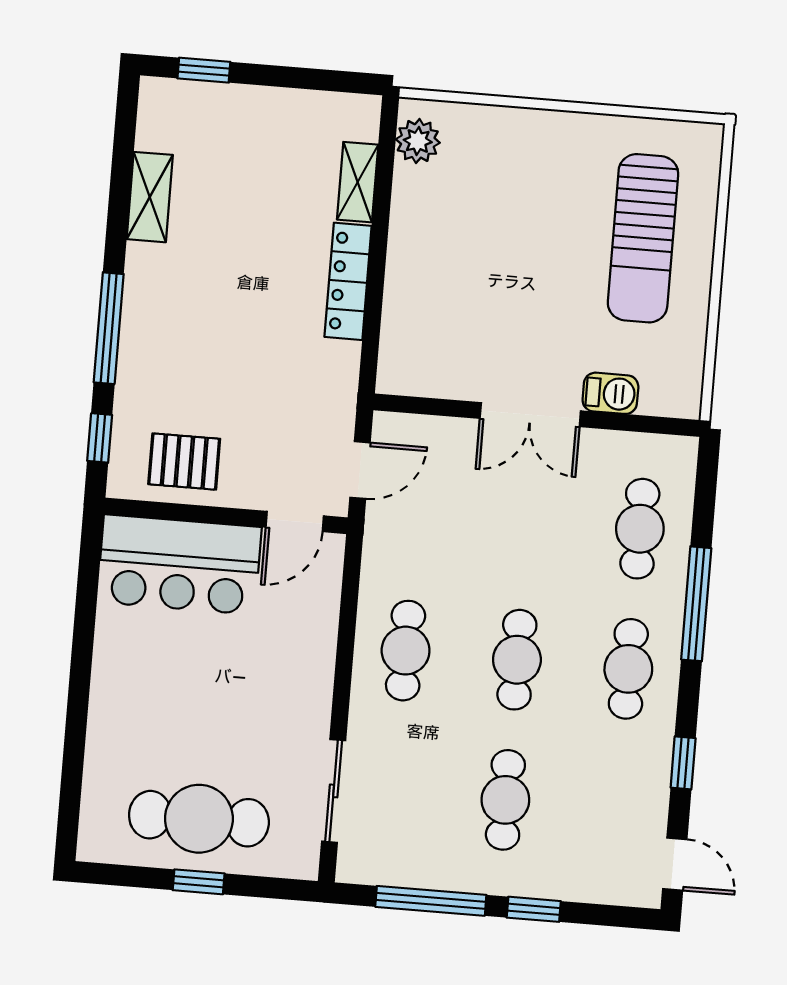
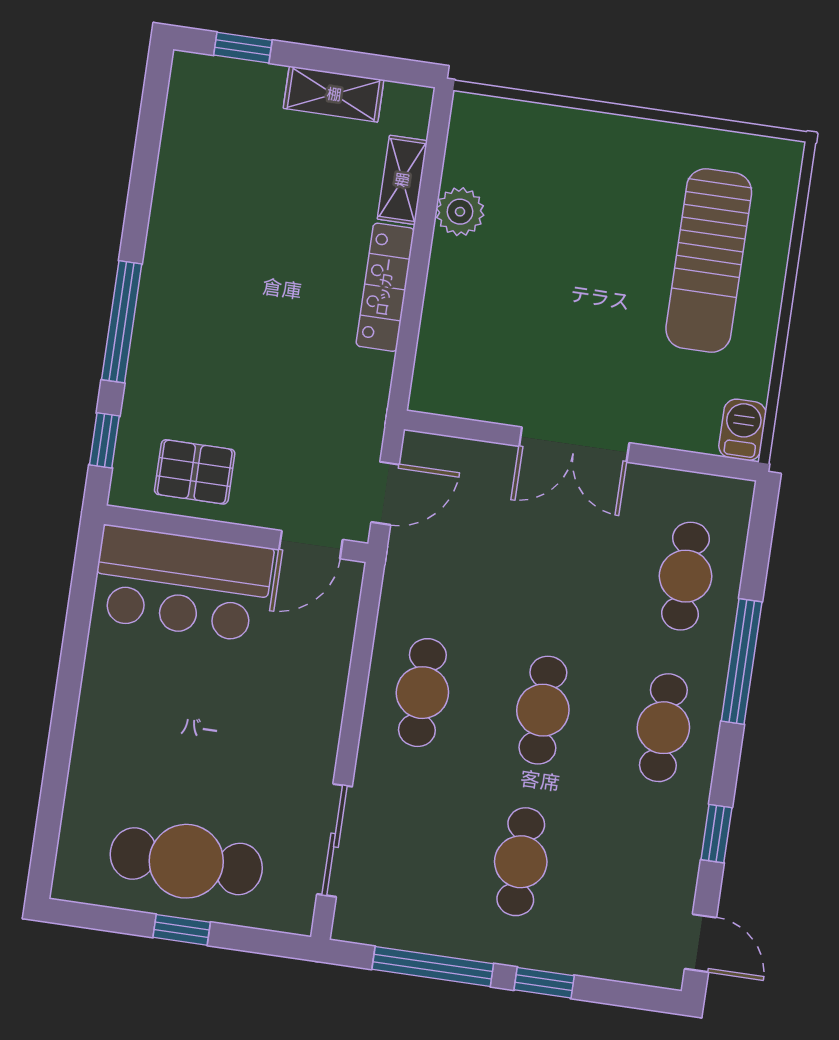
plant: (418, 141) -> (460, 212), moved
shelving: (150, 197) -> (334, 94), moved, turned 90
barbecue: (610, 393) -> (742, 430), moved, turned -90

